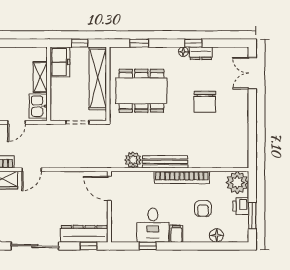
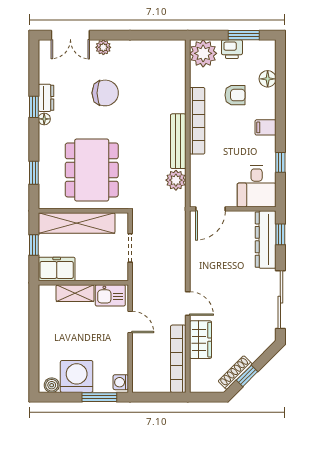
plant: (242, 100) -> (103, 47), added
desk: (153, 225) -> (257, 186), moved, turned 90

